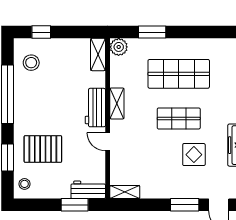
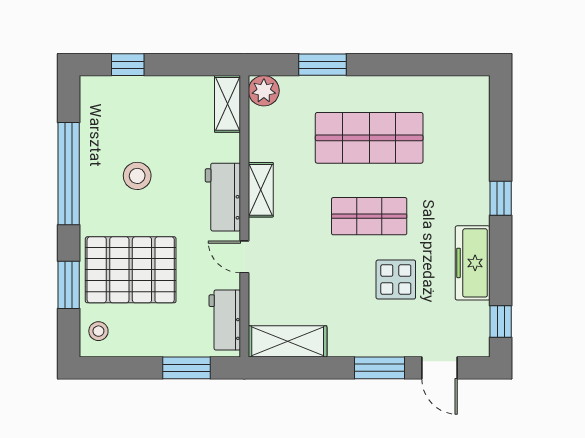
stool: (31, 63) -> (137, 176), moved
pallet: (43, 149) -> (131, 270), width x1.37, depth x1.41
workbench: (88, 190) -> (225, 320), moved, turned -90
shelving: (125, 192) -> (288, 341), width x1.50, depth x1.33

